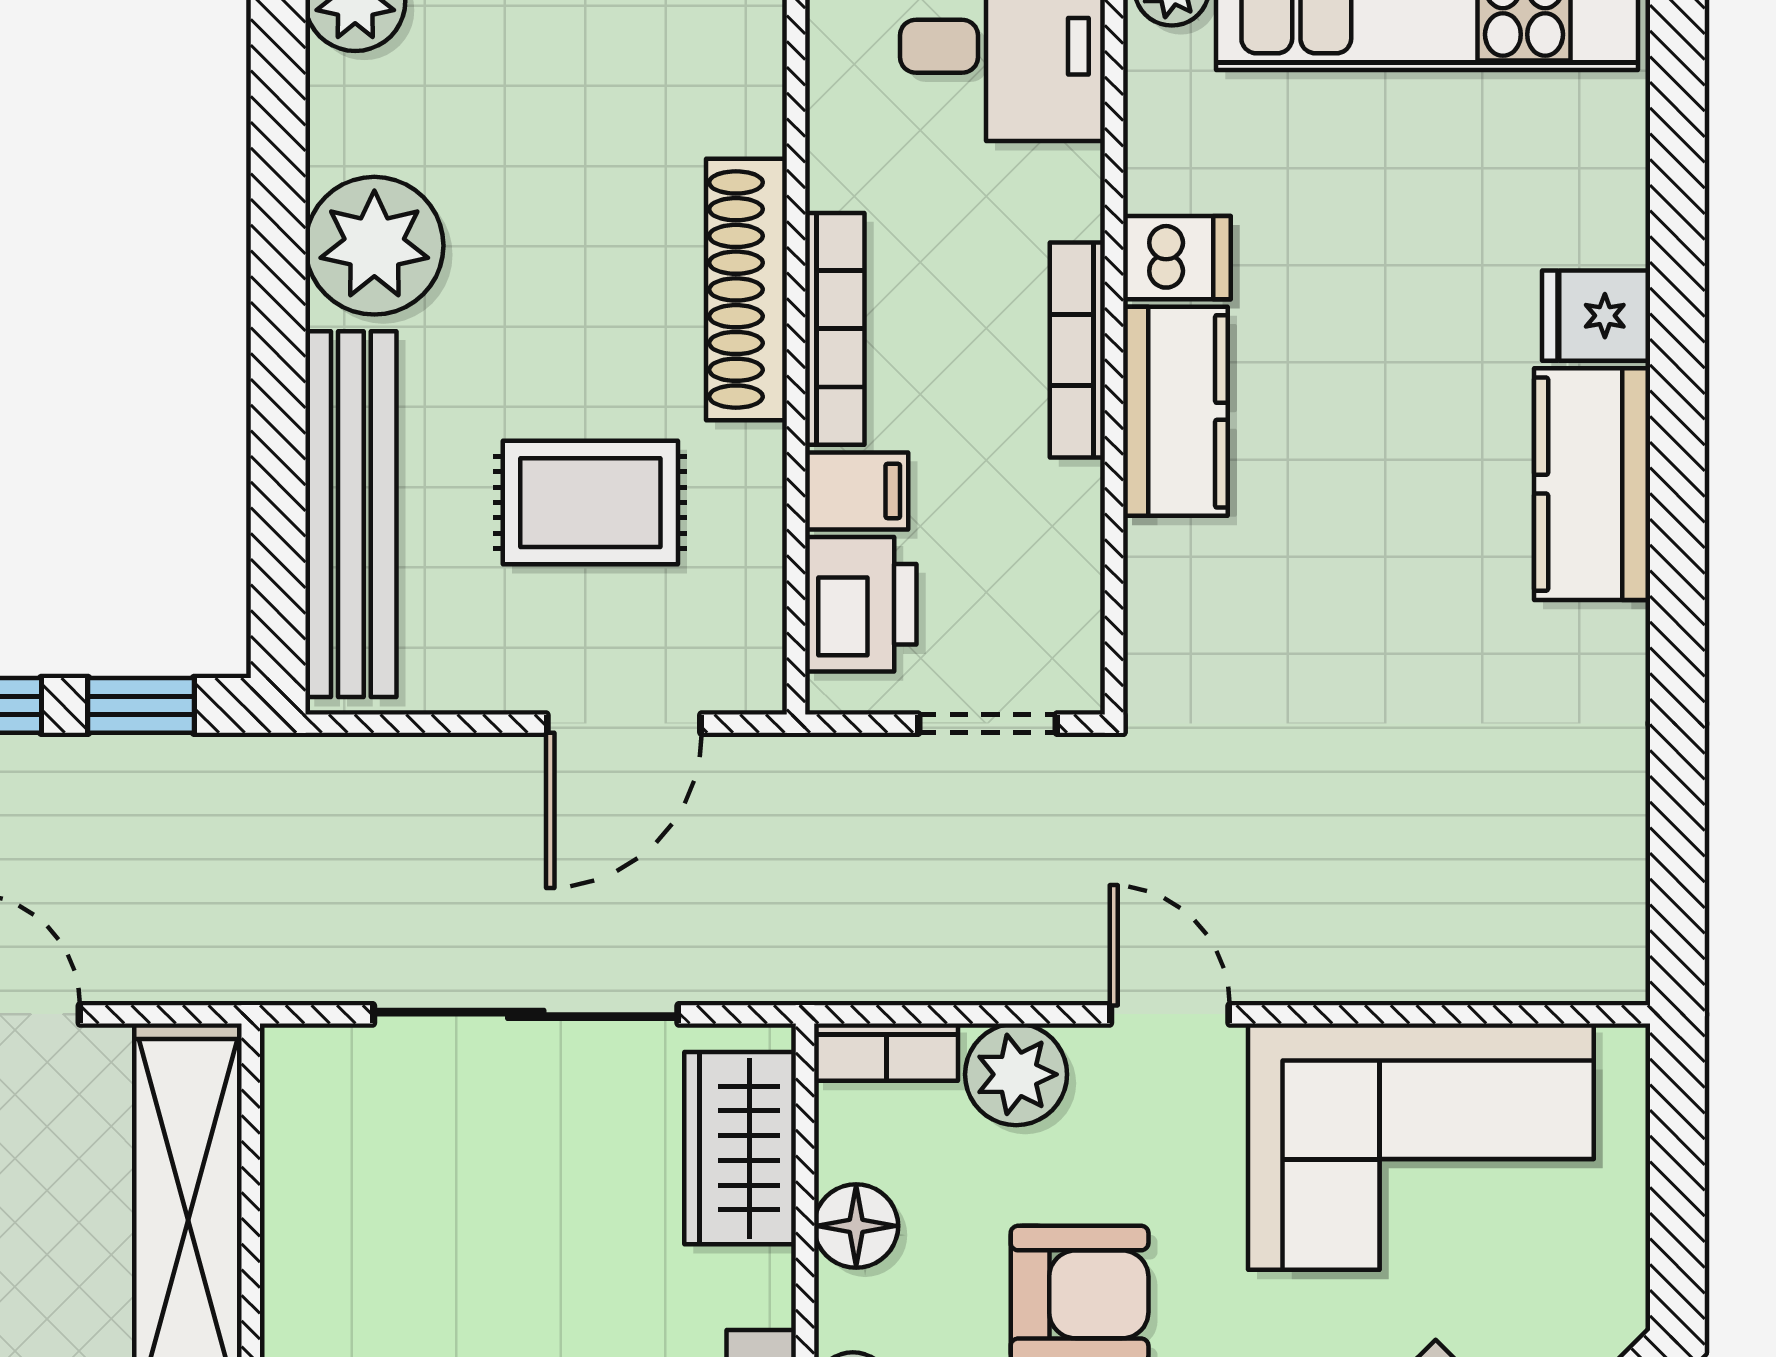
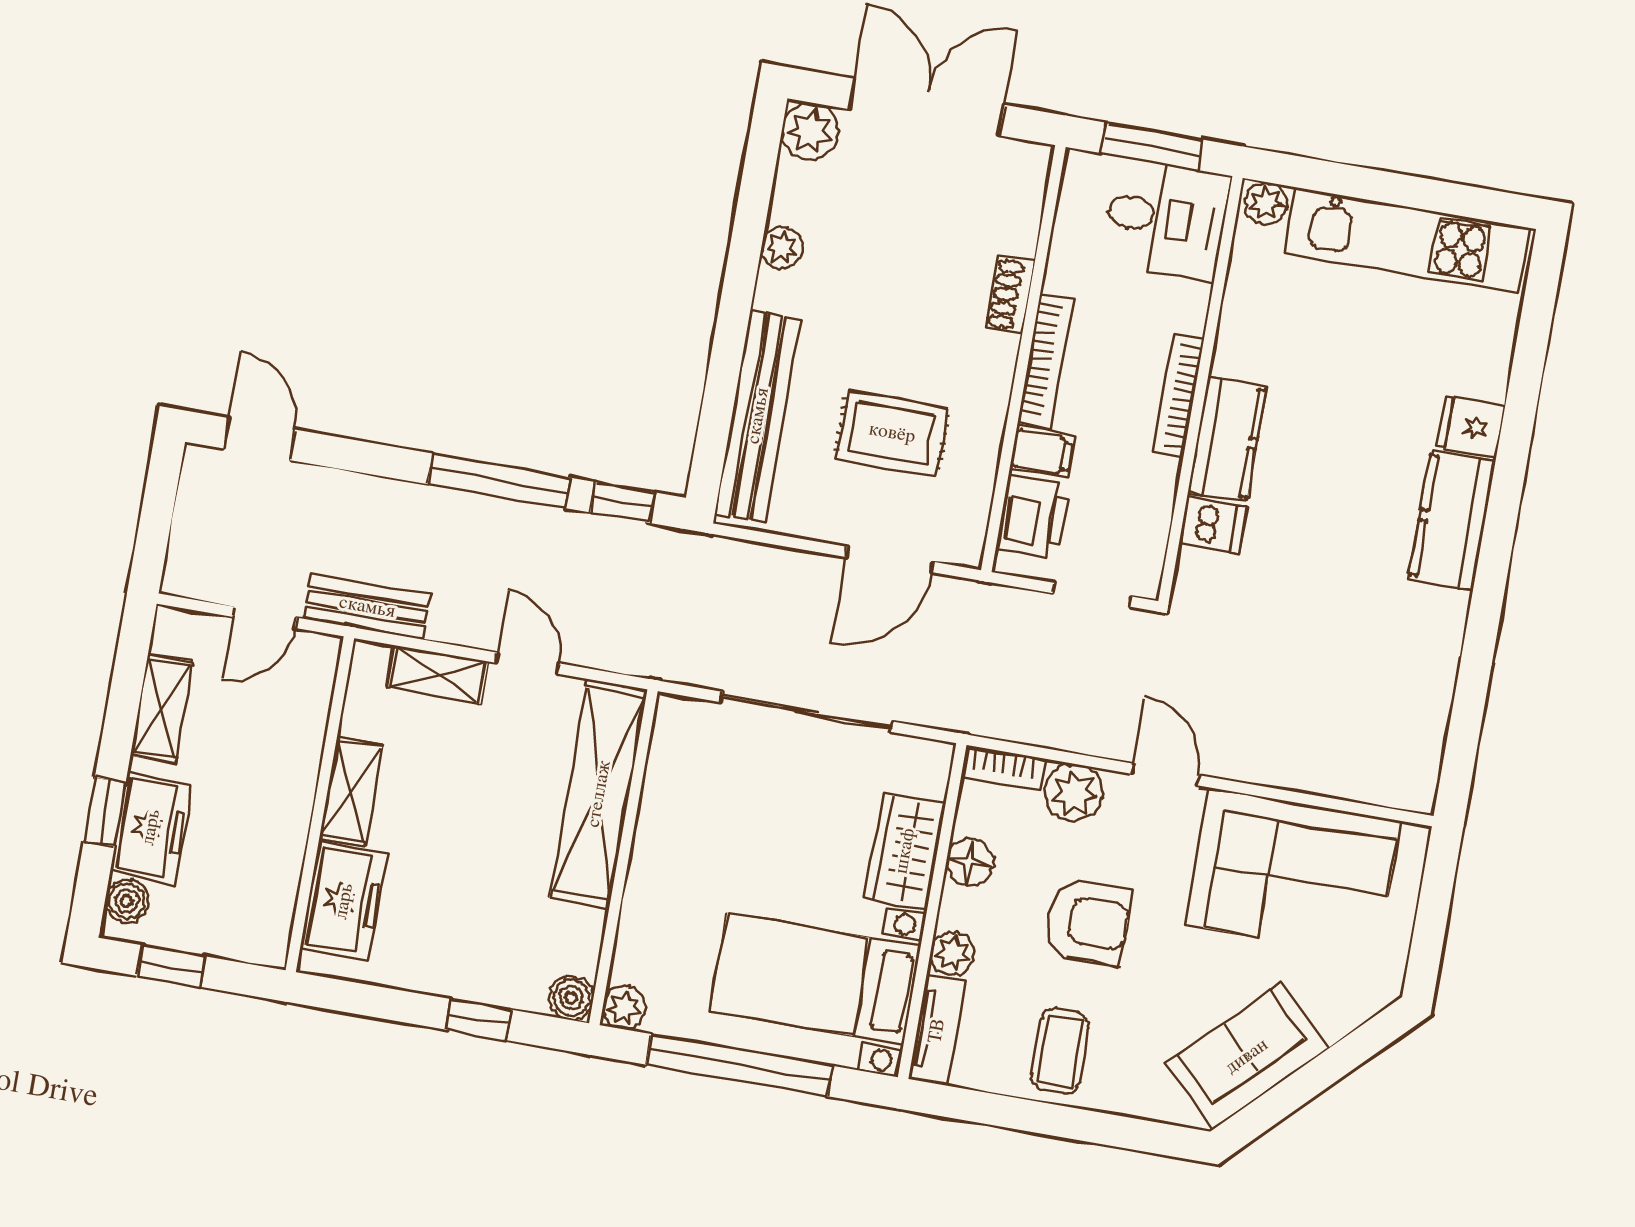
plant: (374, 246) -> (782, 248), width x0.53, depth x0.53
dishwasher: (1177, 258) -> (1213, 525), moved
shoe rack: (746, 289) -> (1010, 295), width x0.51, depth x0.81
wardrobe: (740, 1148) -> (905, 851), moved

